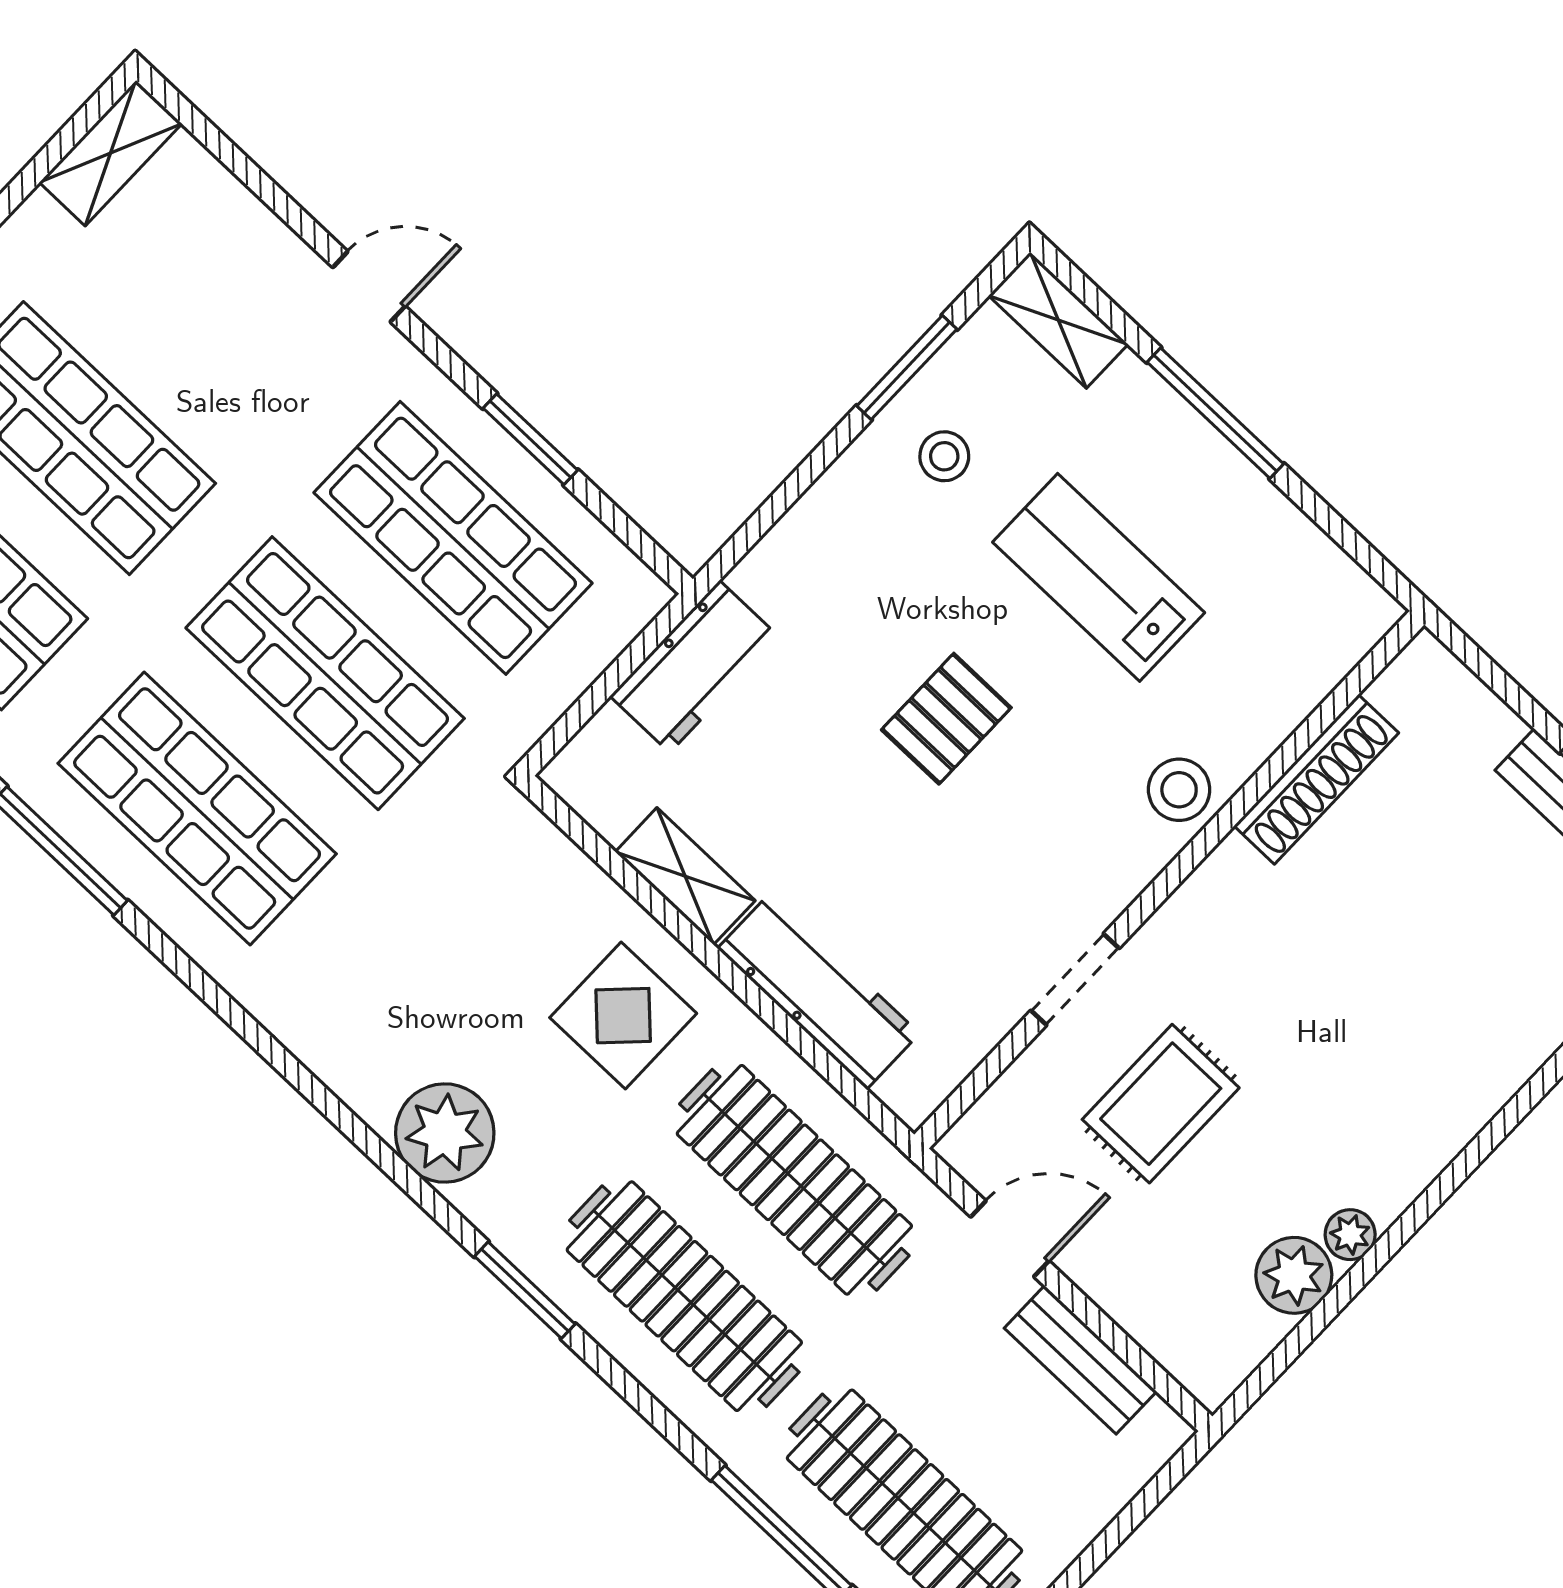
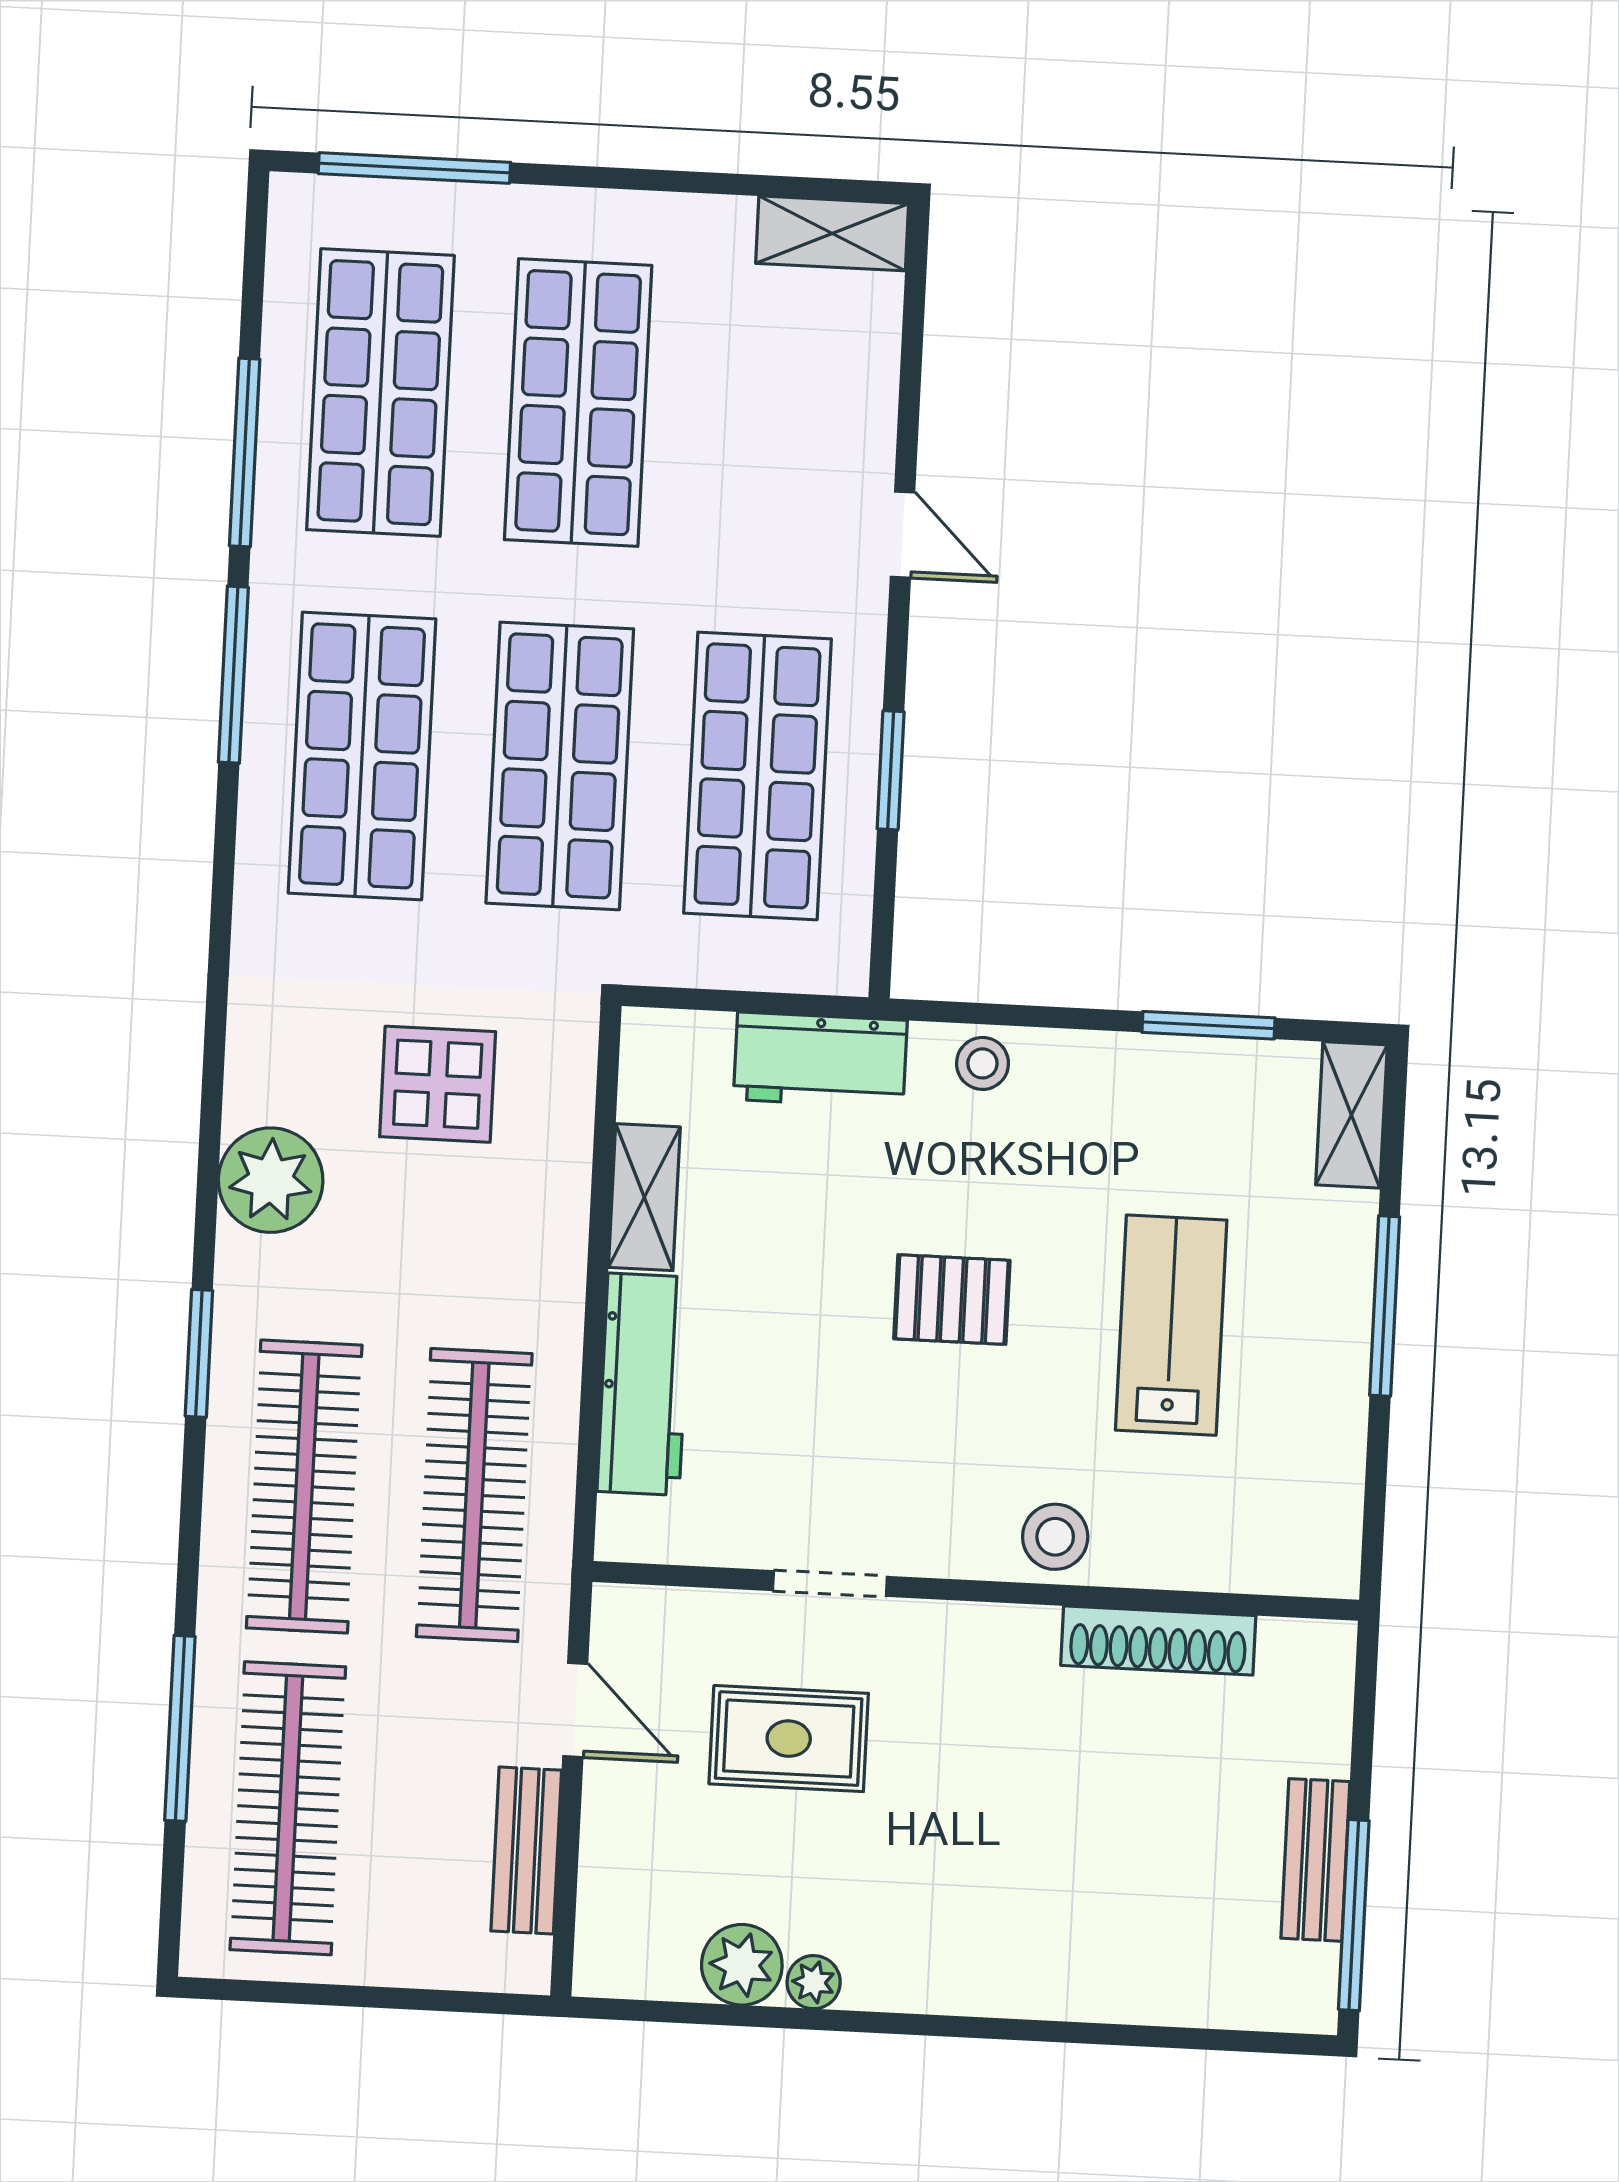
stool: (944, 456) -> (982, 1063), moved
display table: (623, 1016) -> (438, 1084), moved

